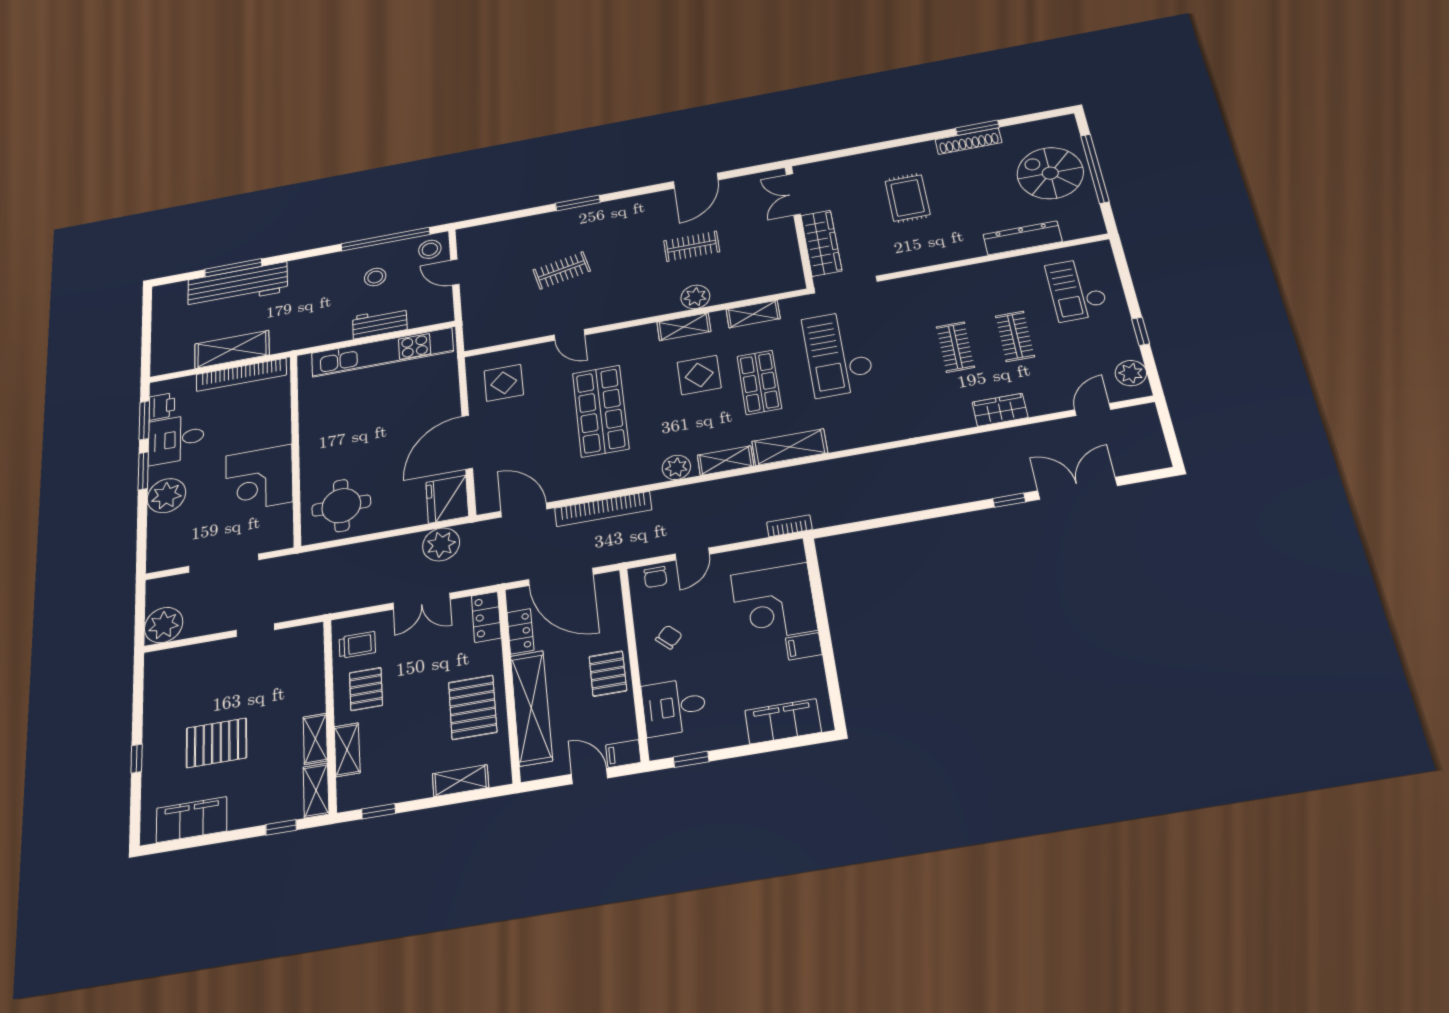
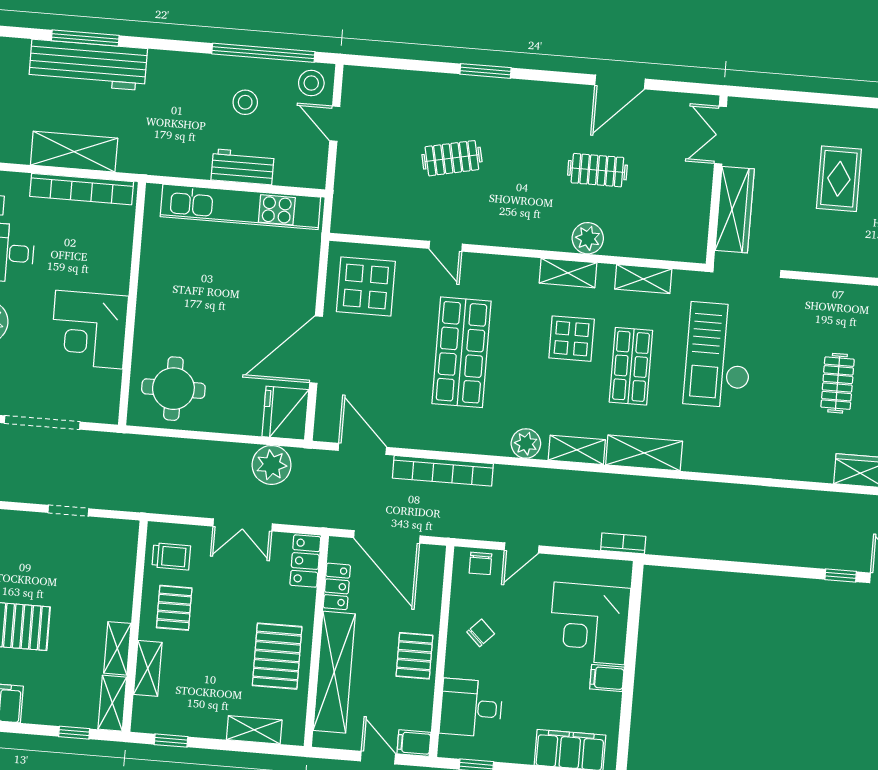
display table: (504, 383) -> (366, 286), width x1.36, depth x1.36

